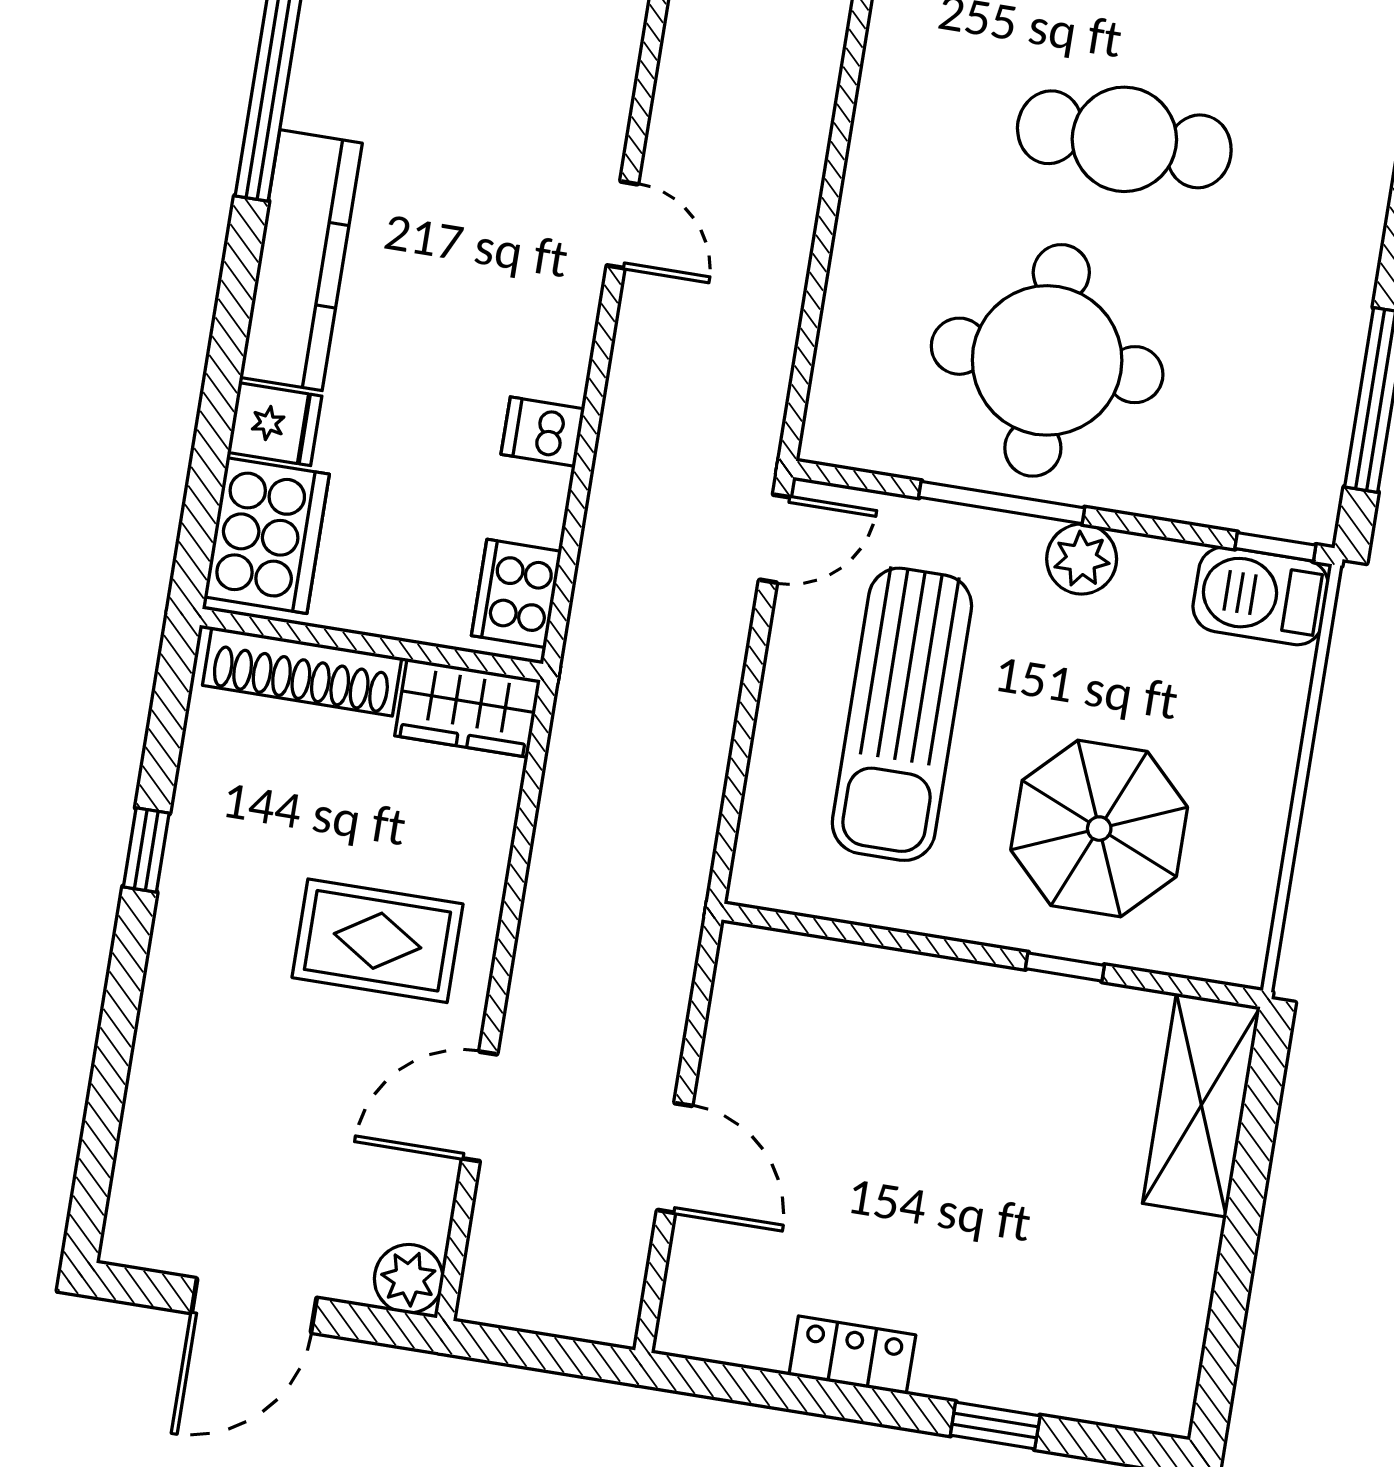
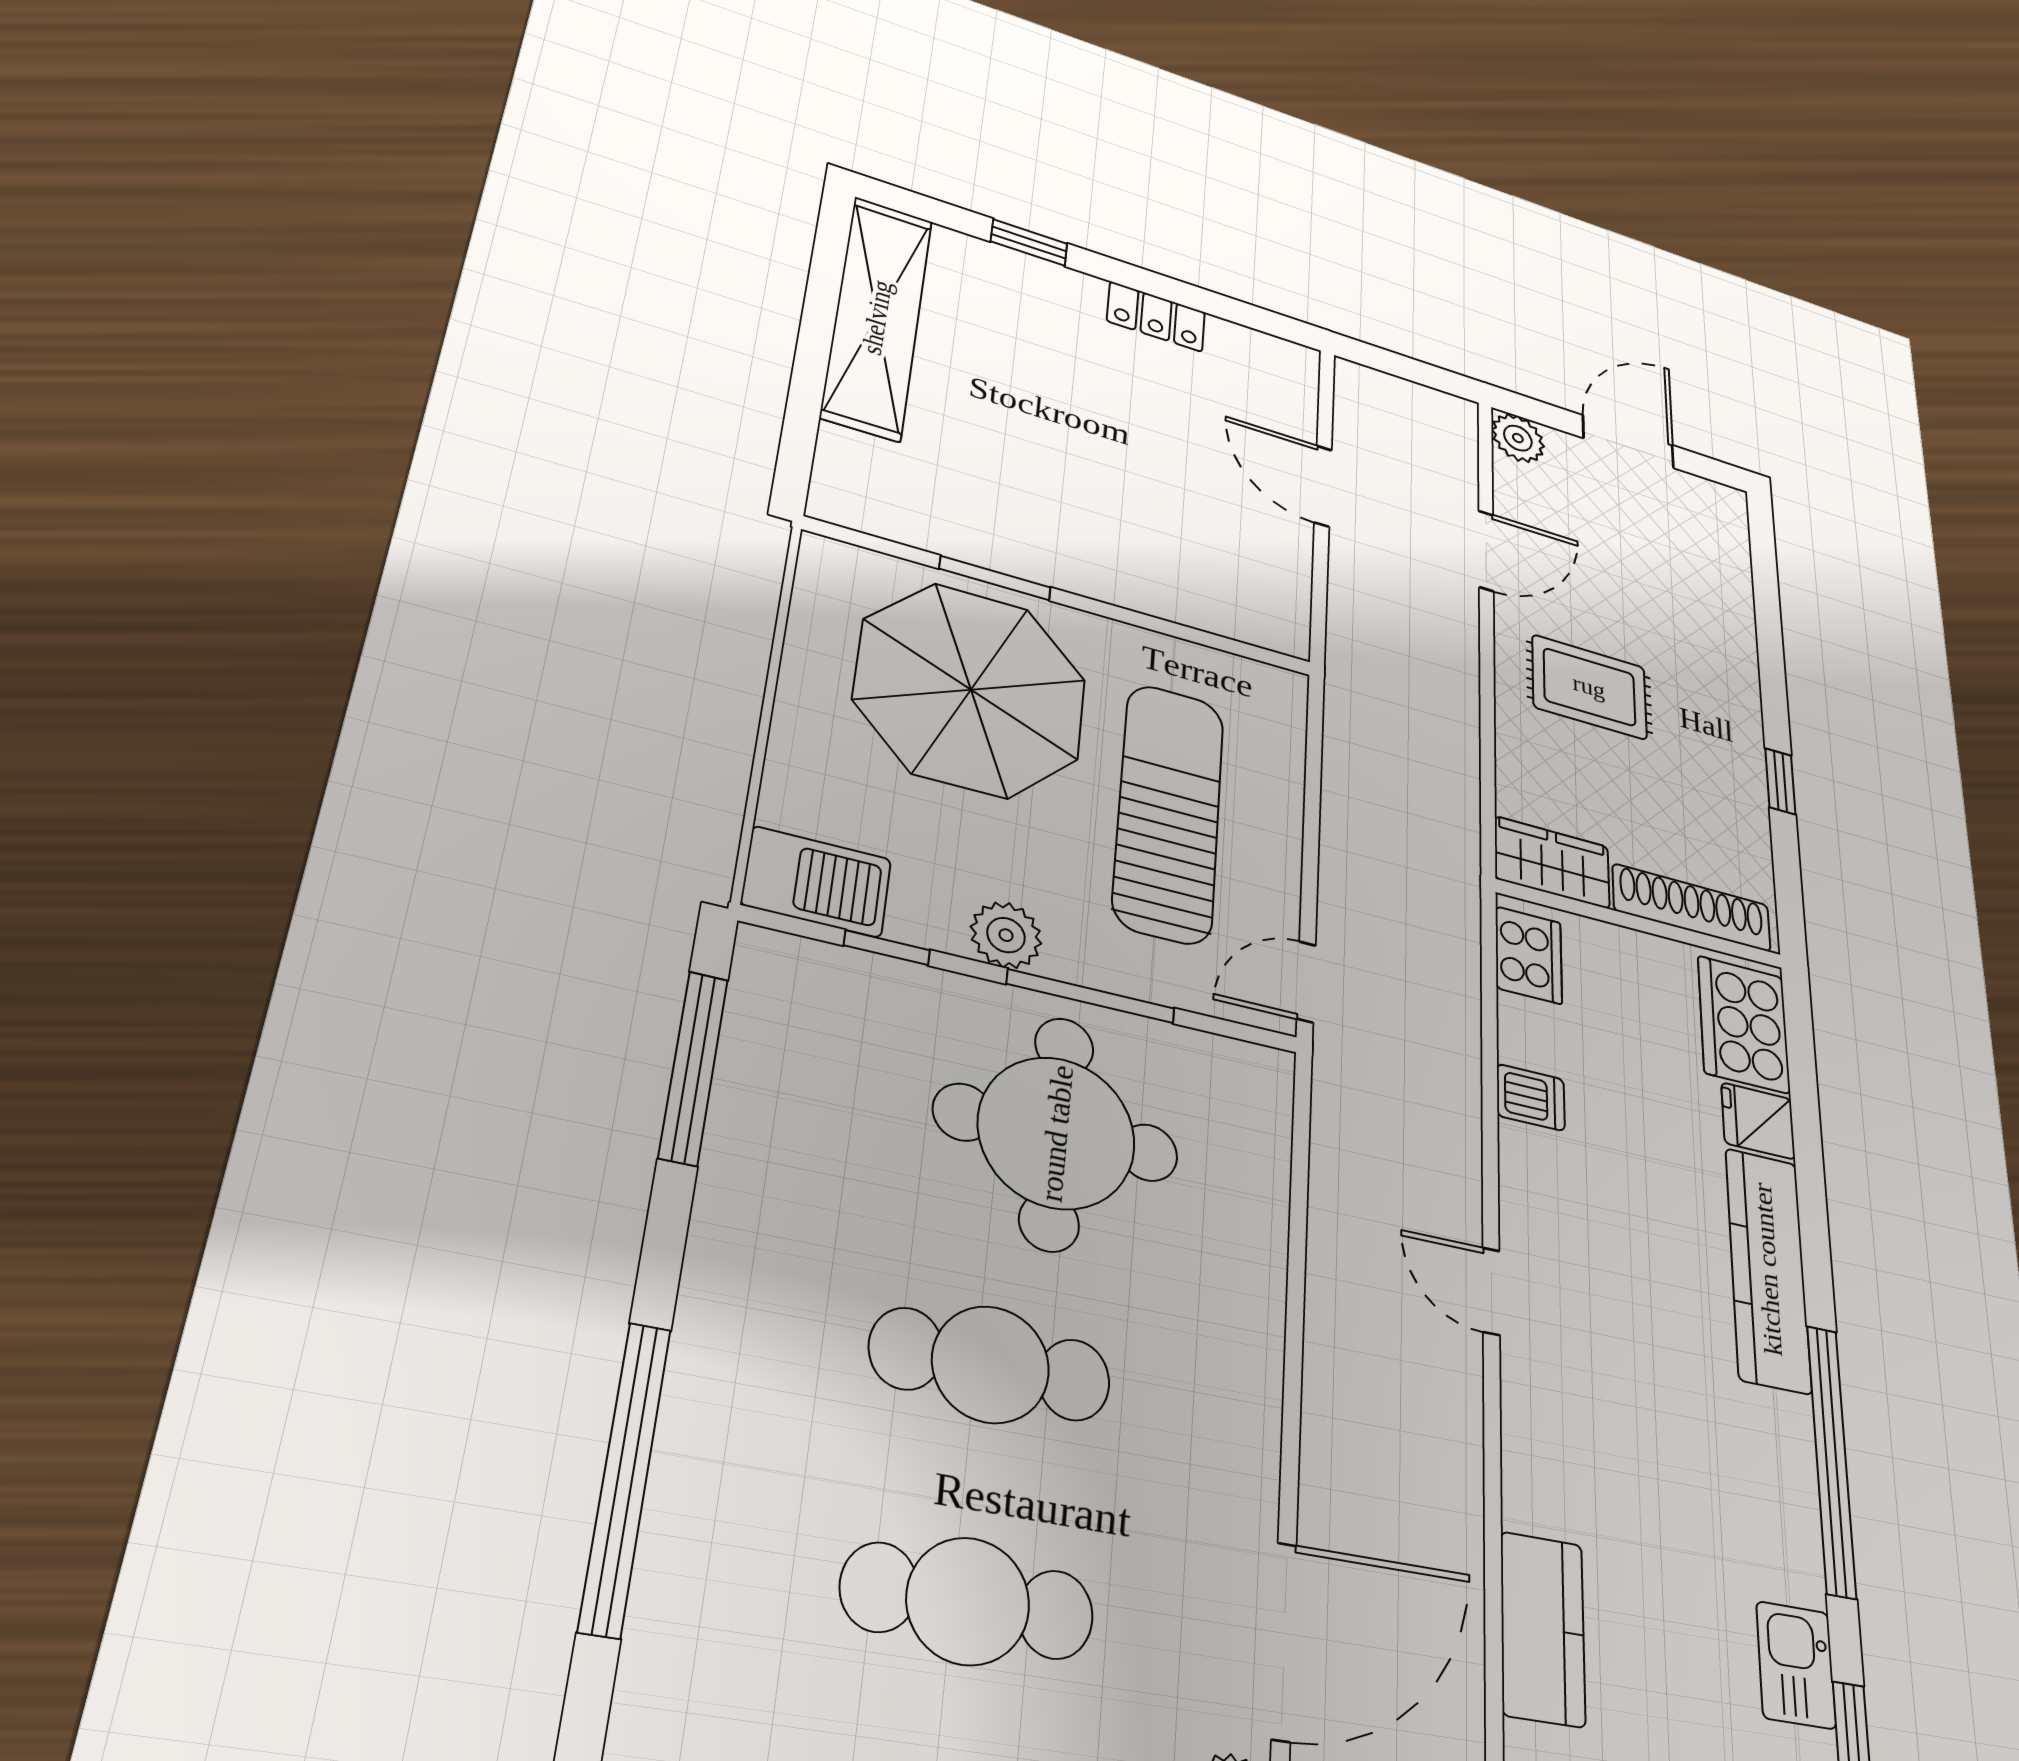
window: (1275, 547) -> (887, 948), moved
parasol: (1099, 829) -> (971, 690), width x1.36, depth x1.36
window: (1065, 967) -> (995, 578), width x1.50
shelving: (1201, 1105) -> (877, 317), moved, width x1.47

